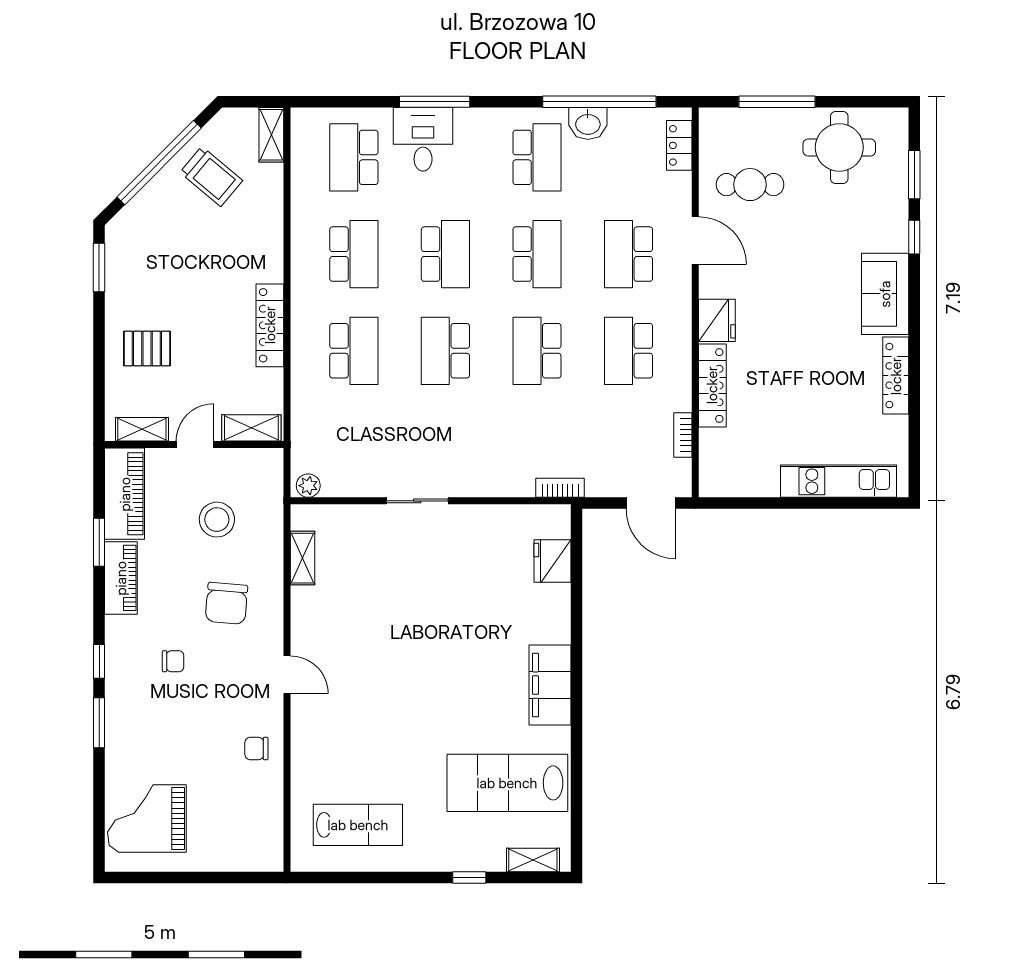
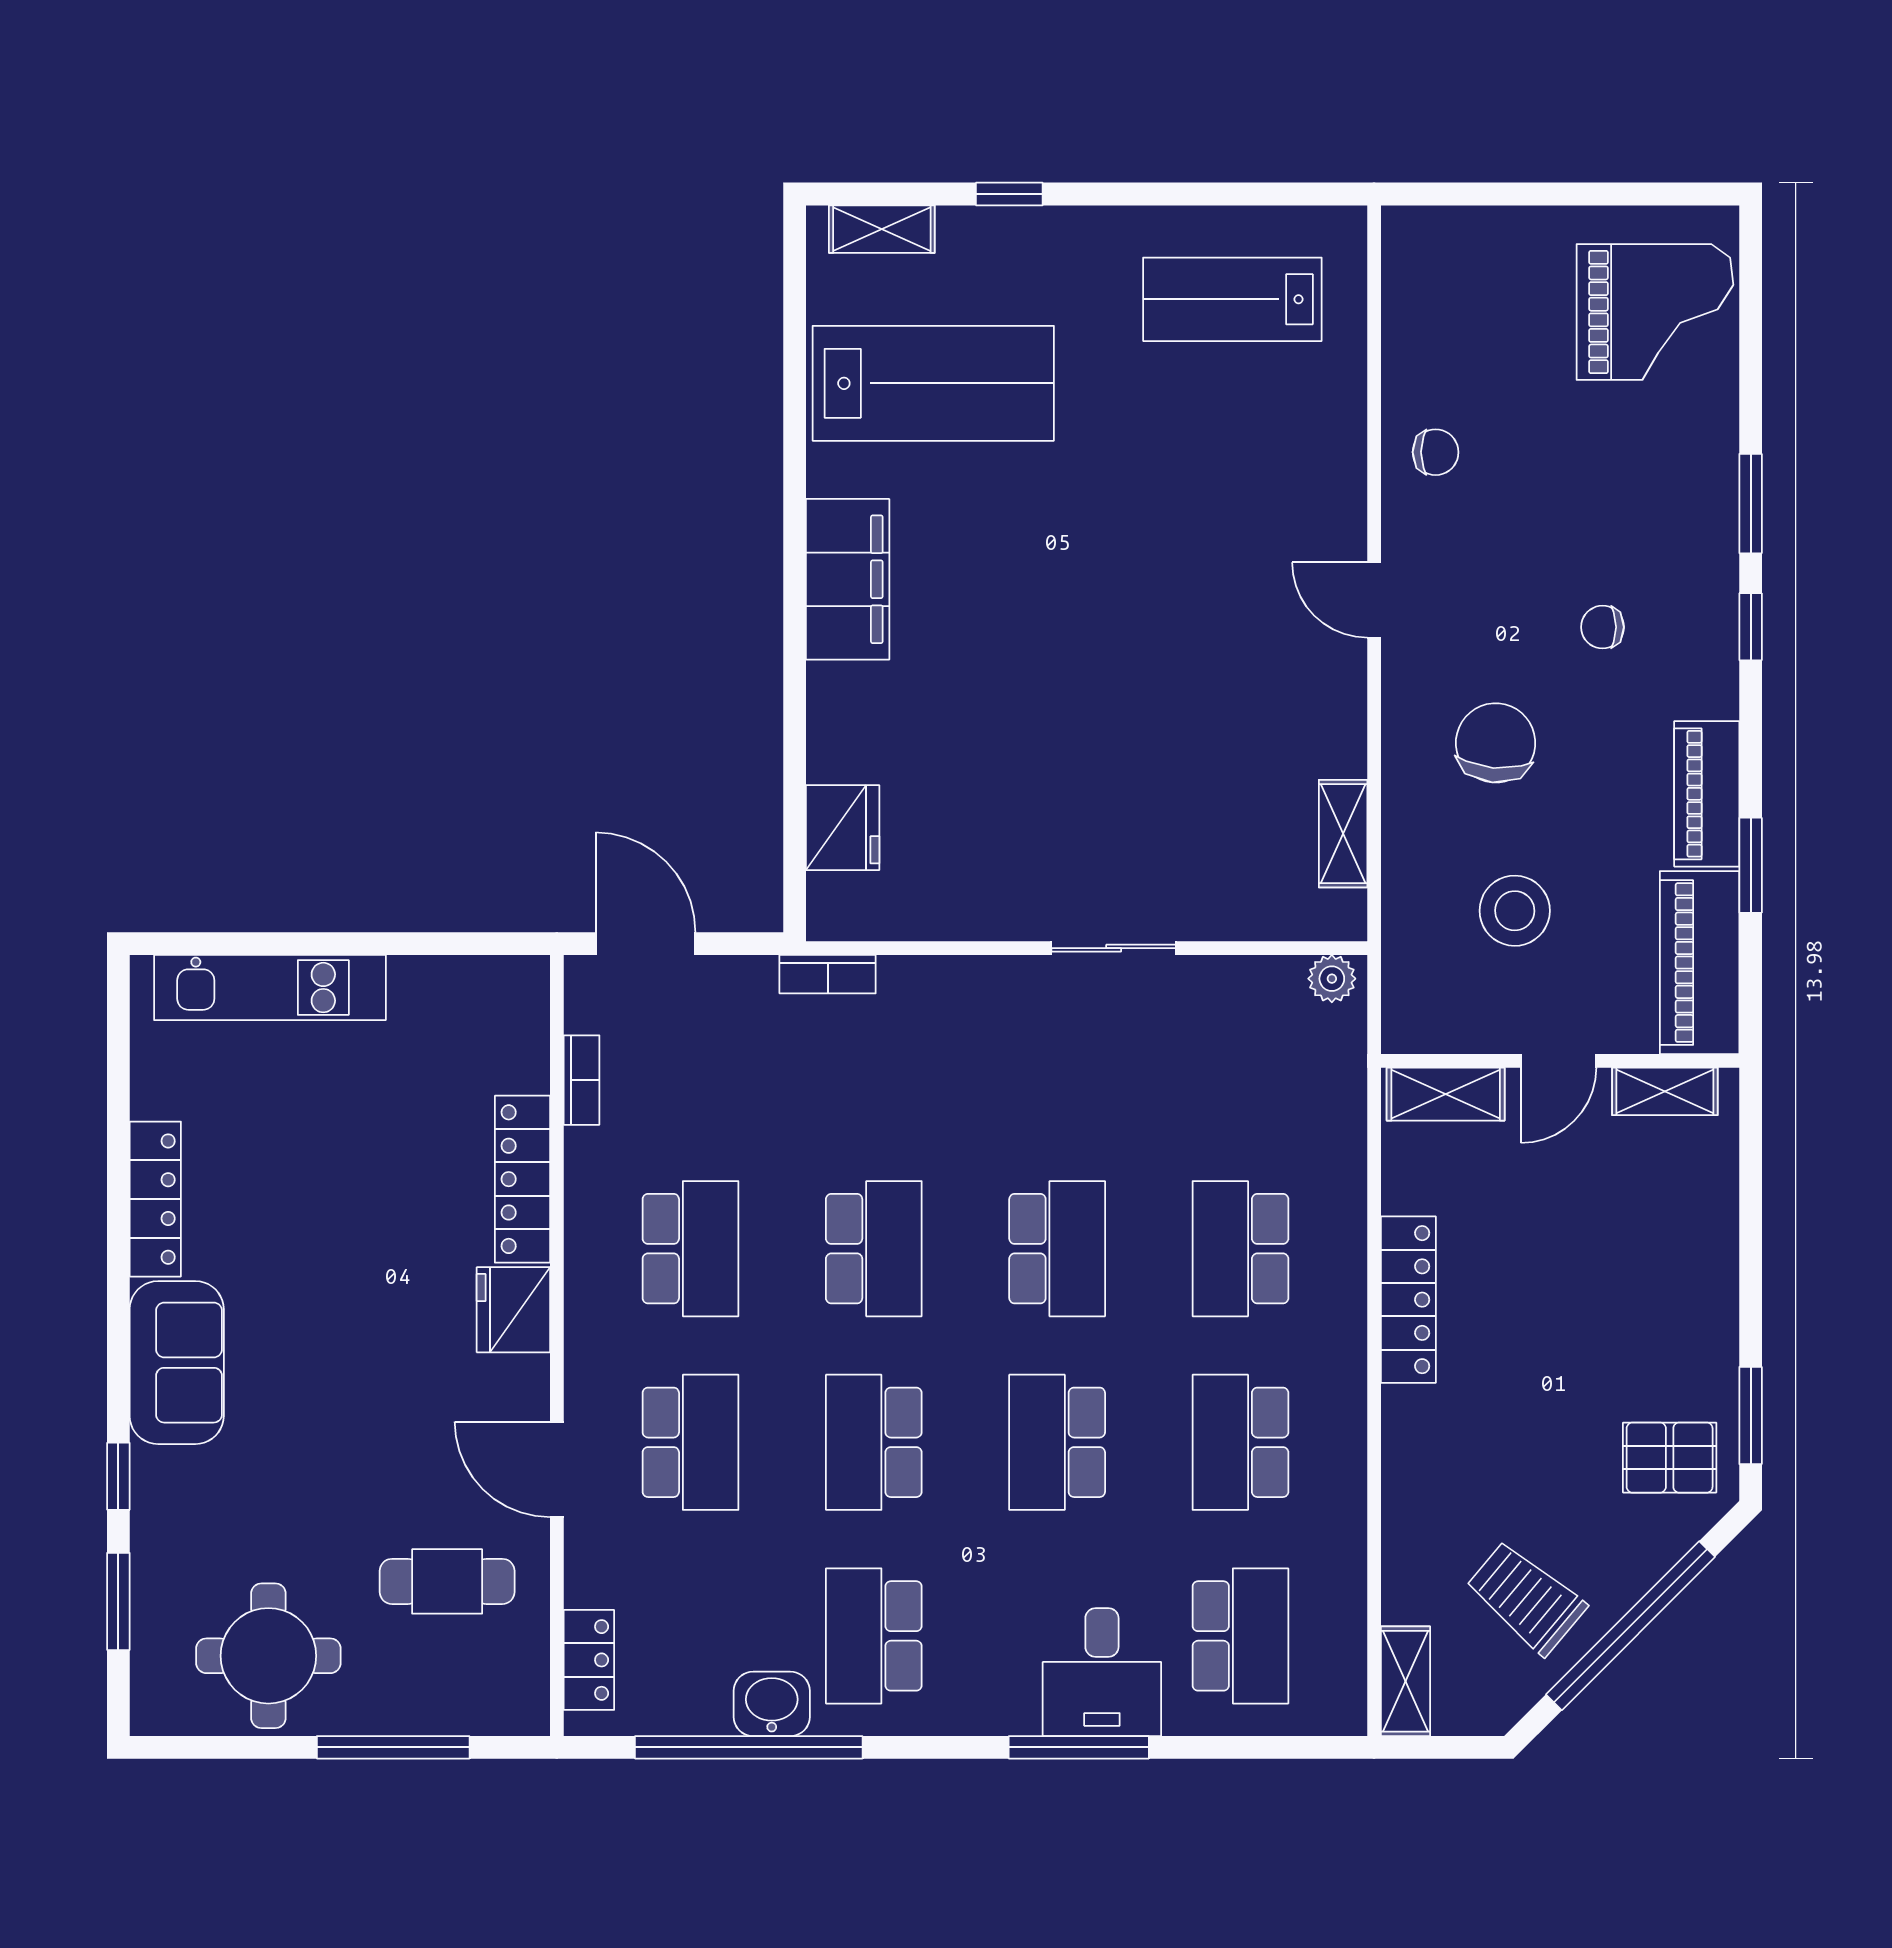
pallet: (147, 348) -> (1670, 1458), moved

